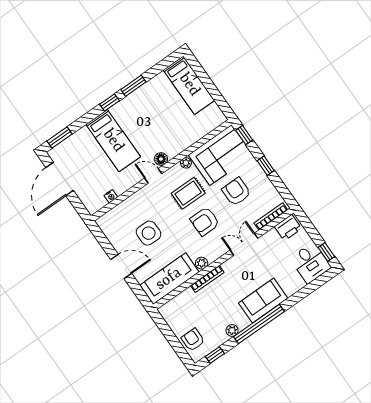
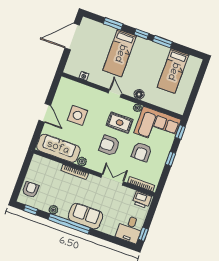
bed: (189, 85) -> (173, 71), moved
window: (59, 138) -> (113, 24), moved
floor lamp: (161, 159) -> (139, 94), moved
armchair: (236, 192) -> (142, 152), turned 180

